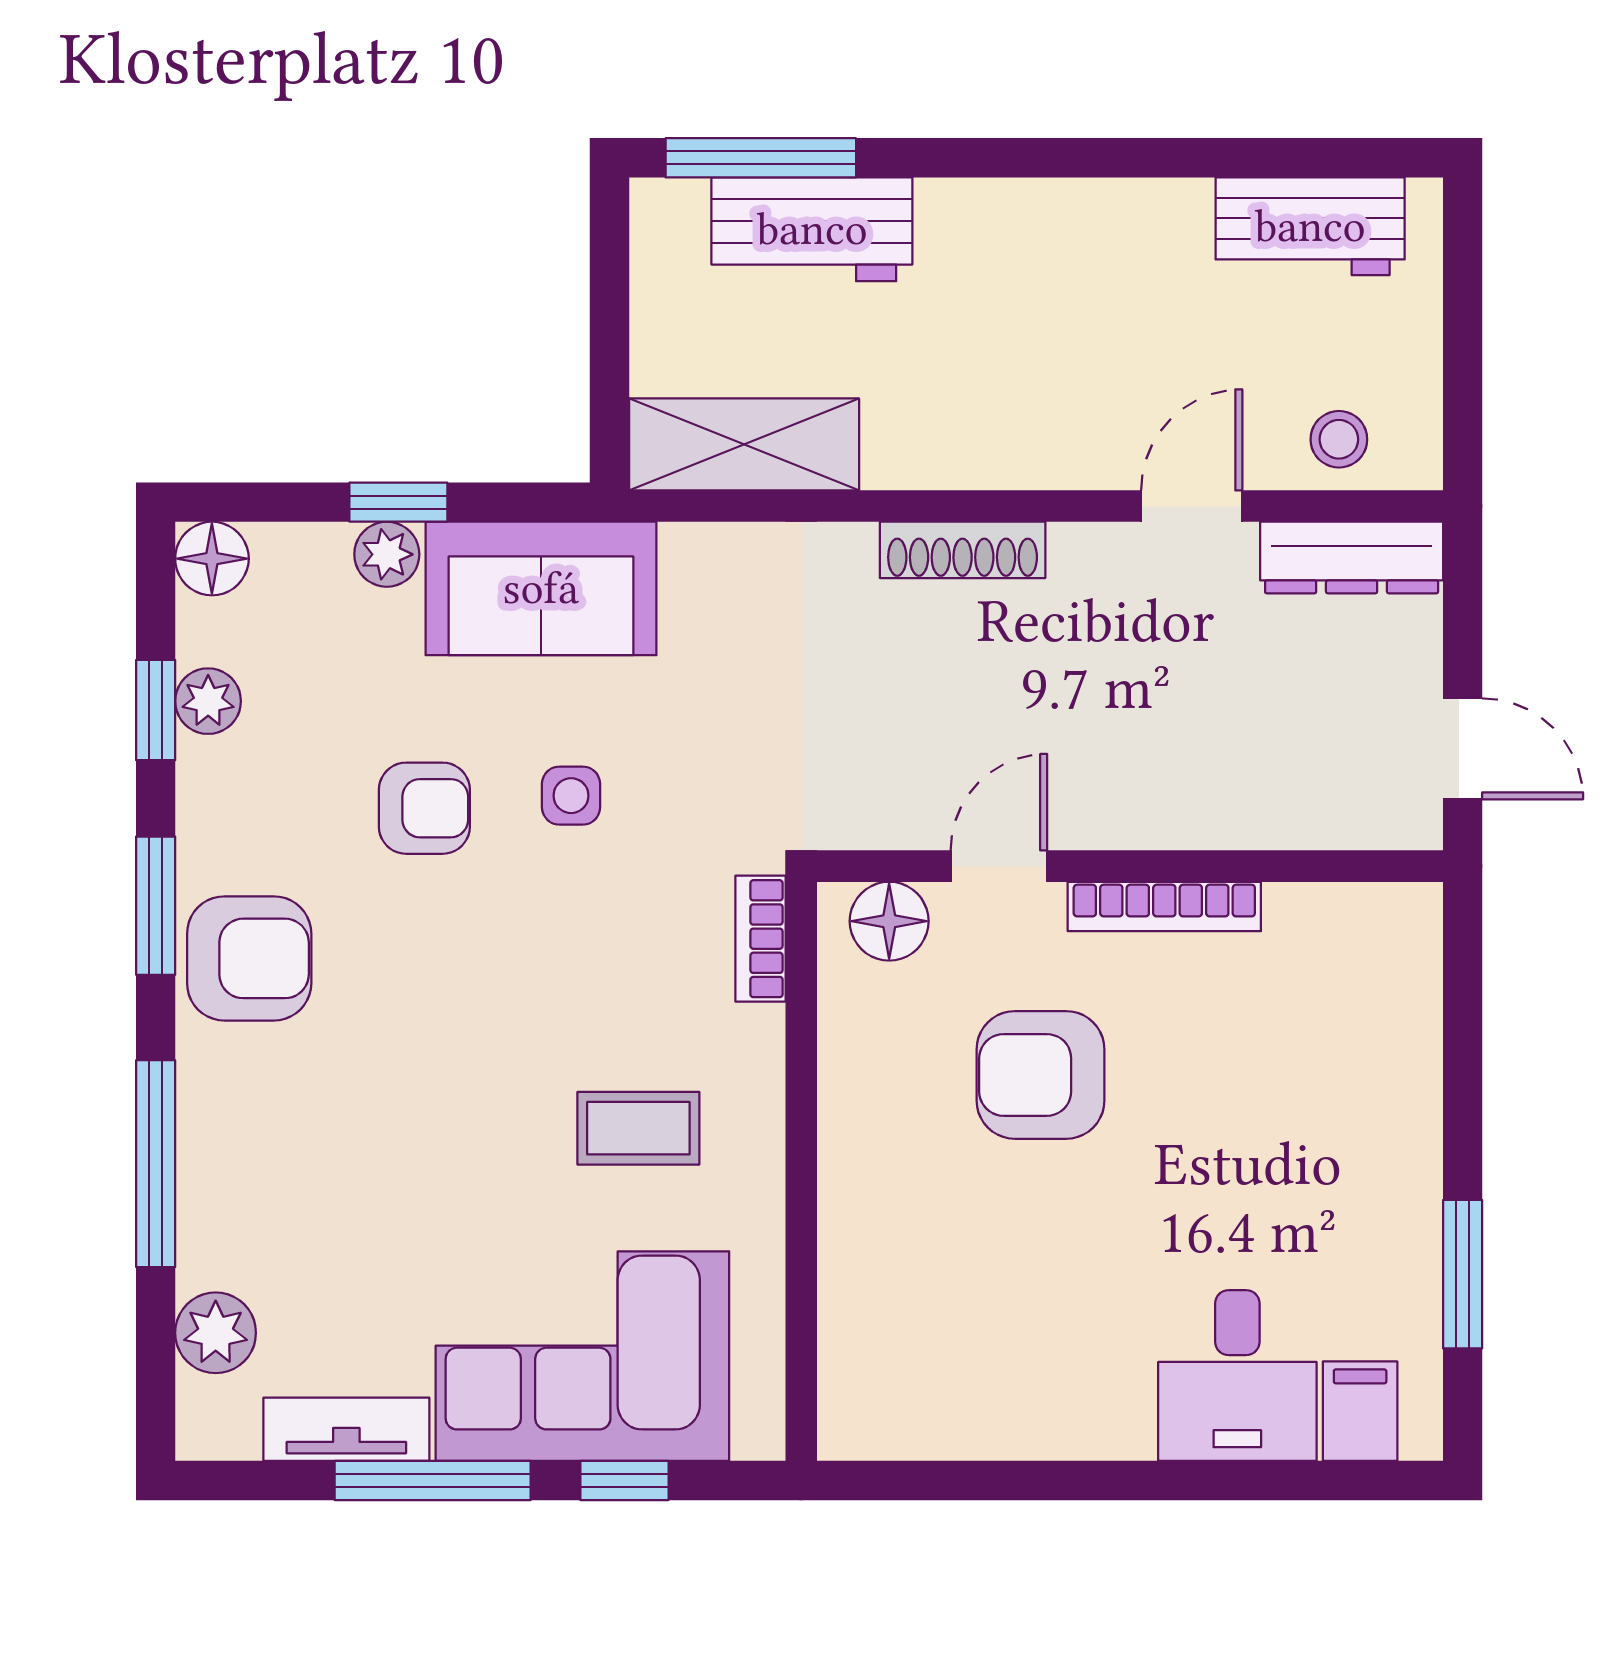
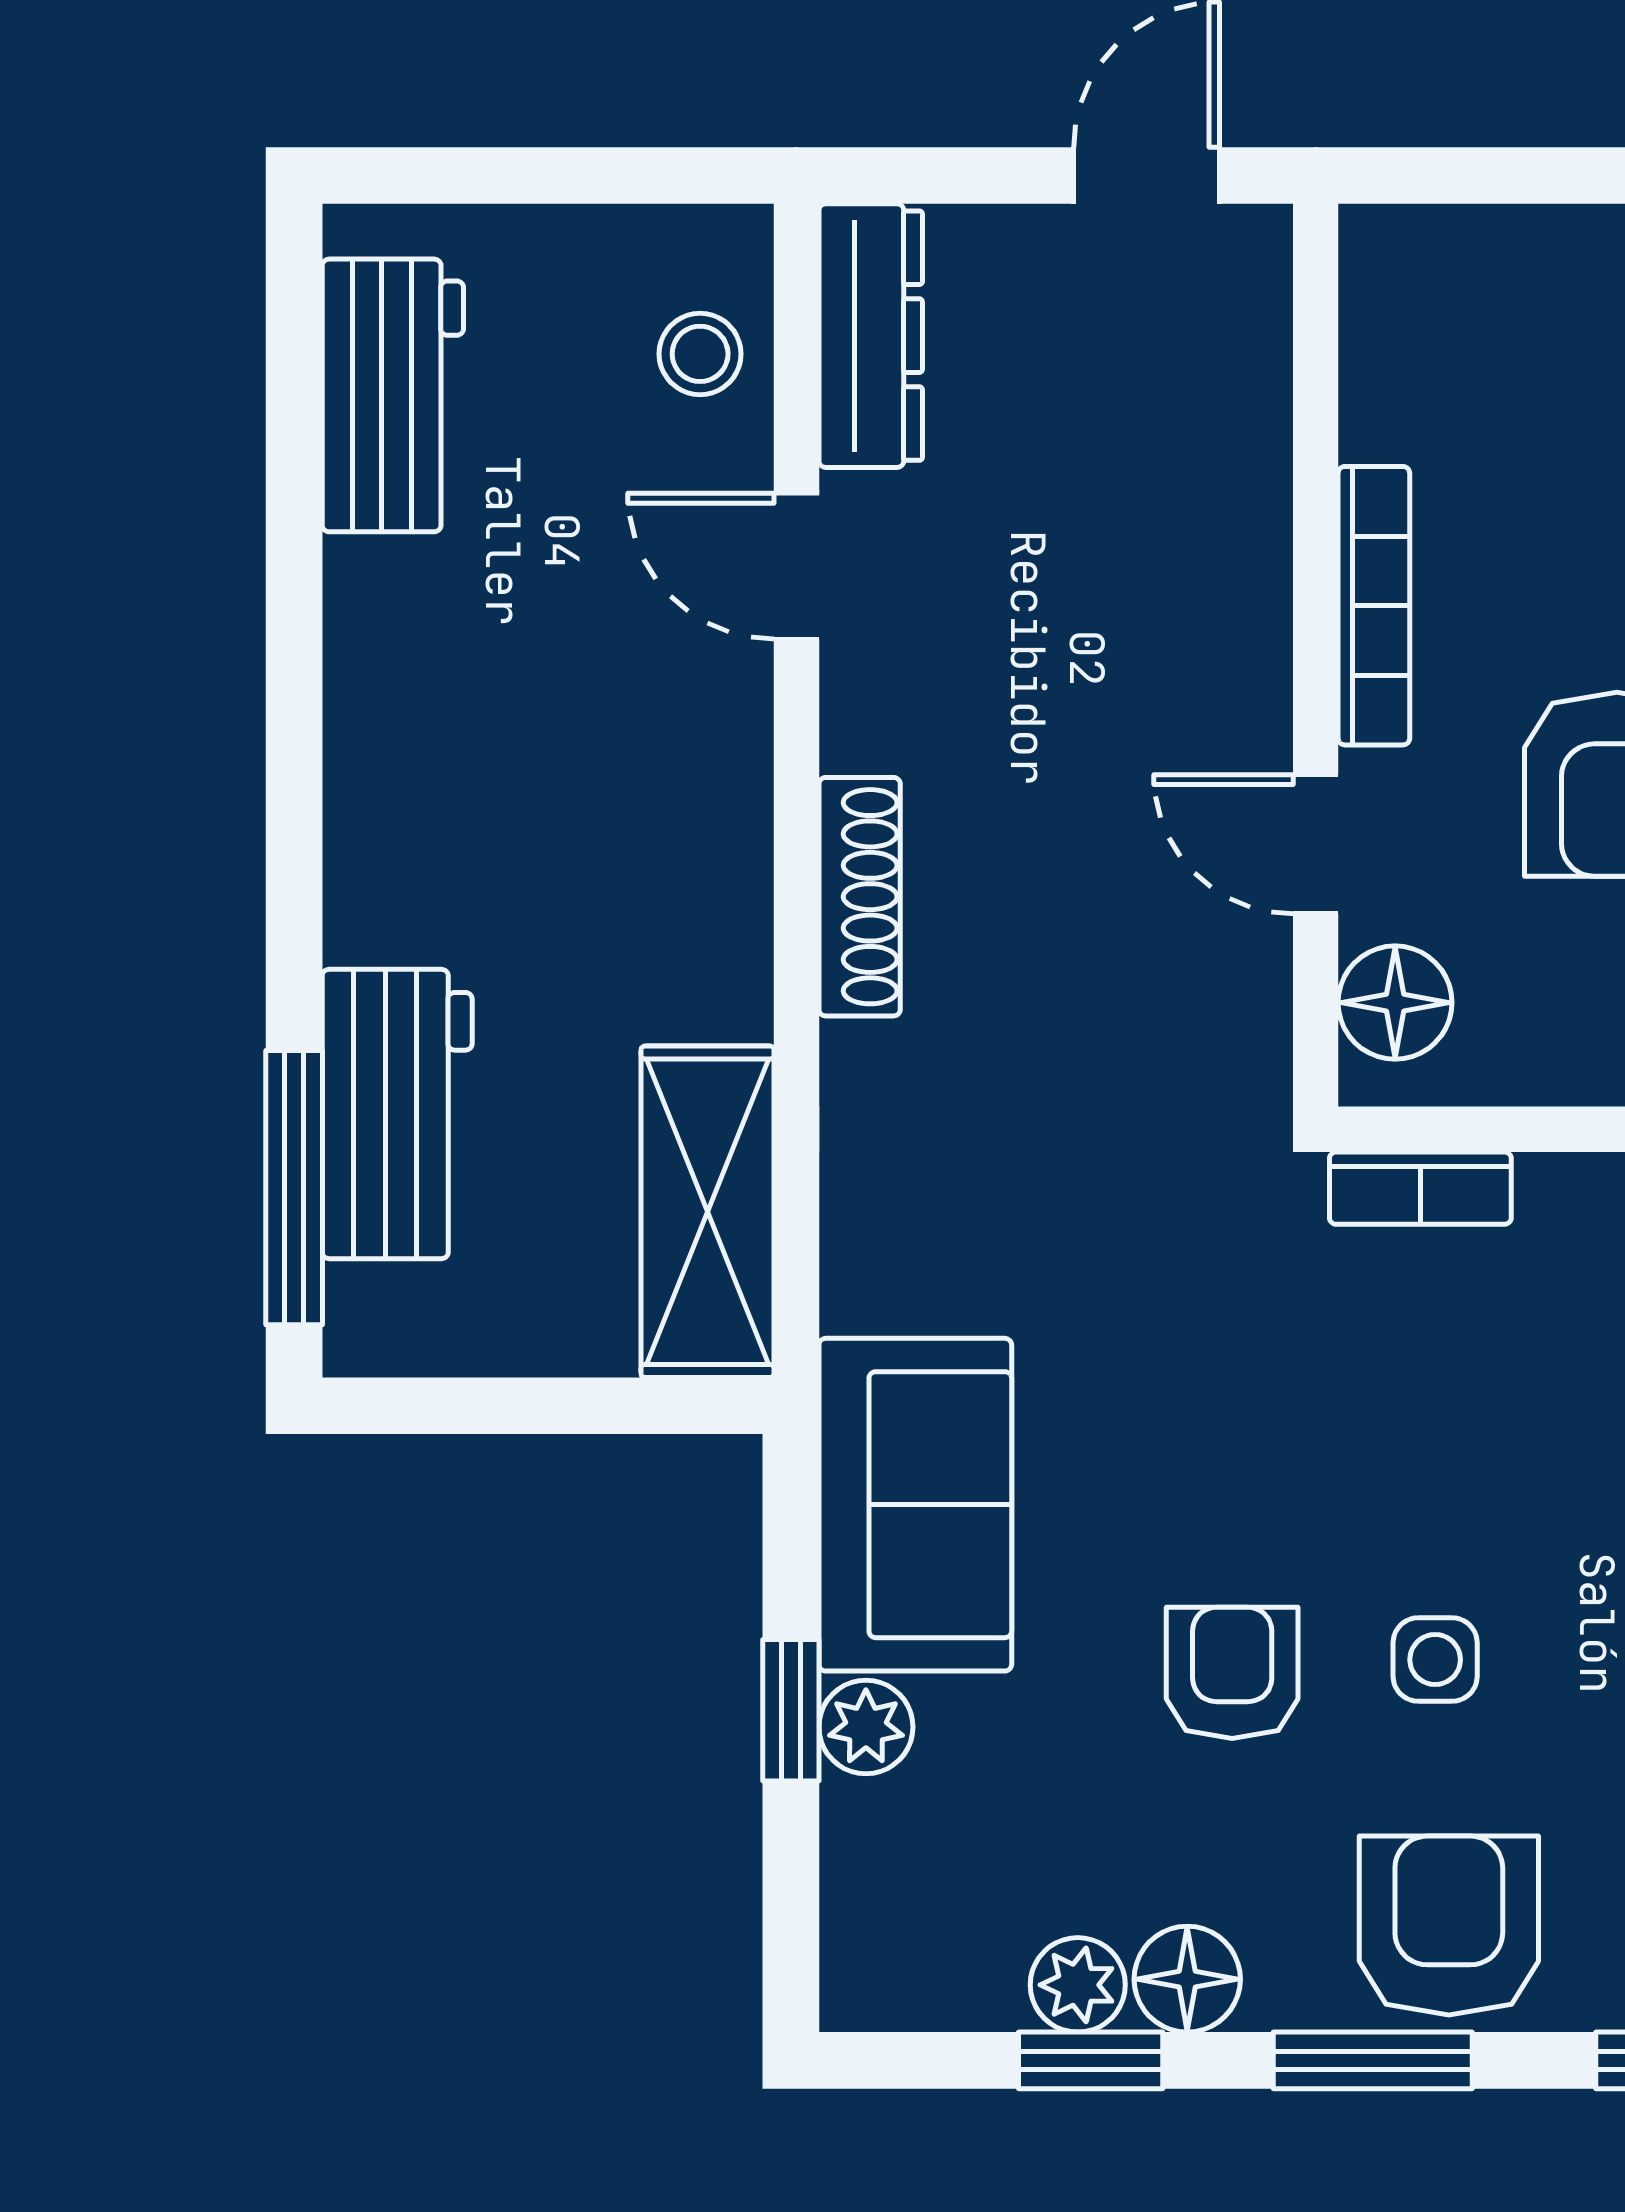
floor lamp: (212, 559) -> (1187, 1979), moved
side table: (571, 796) -> (1435, 1660), moved

